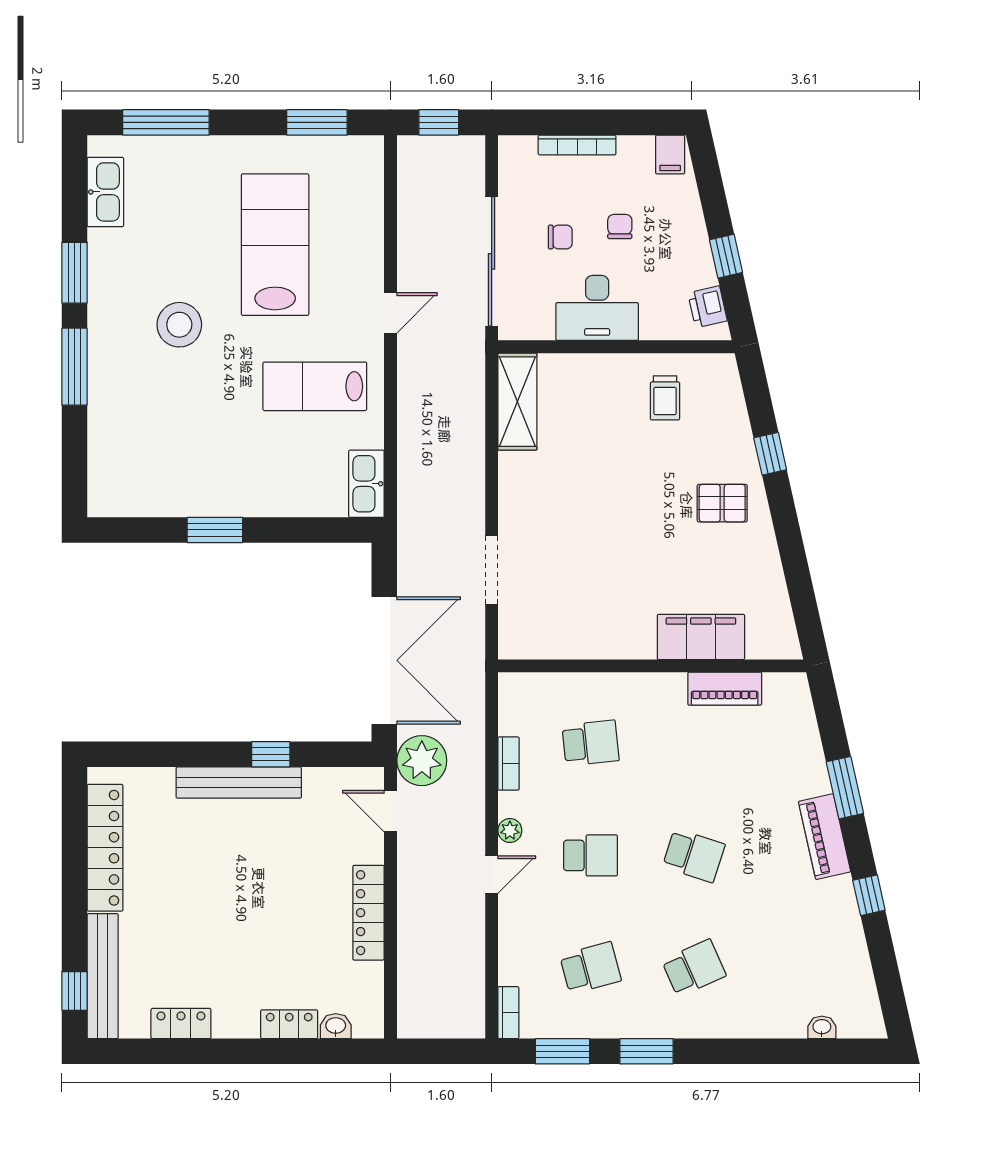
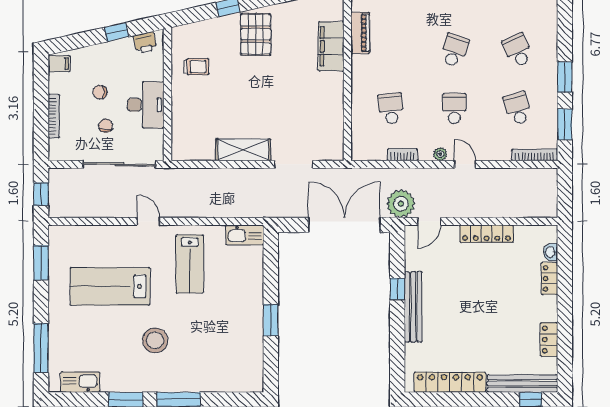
shelving: (517, 402) -> (243, 150), moved
pallet: (722, 503) -> (256, 34), width x1.50, depth x1.42
bookcase: (508, 1013) -> (535, 155), width x1.56

